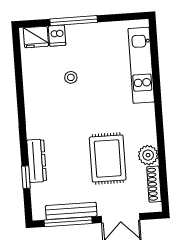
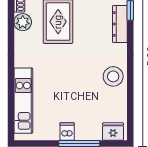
dishwasher: (57, 36) -> (67, 131), moved
stool: (71, 77) -> (113, 76), moved, width x1.89, depth x1.89

